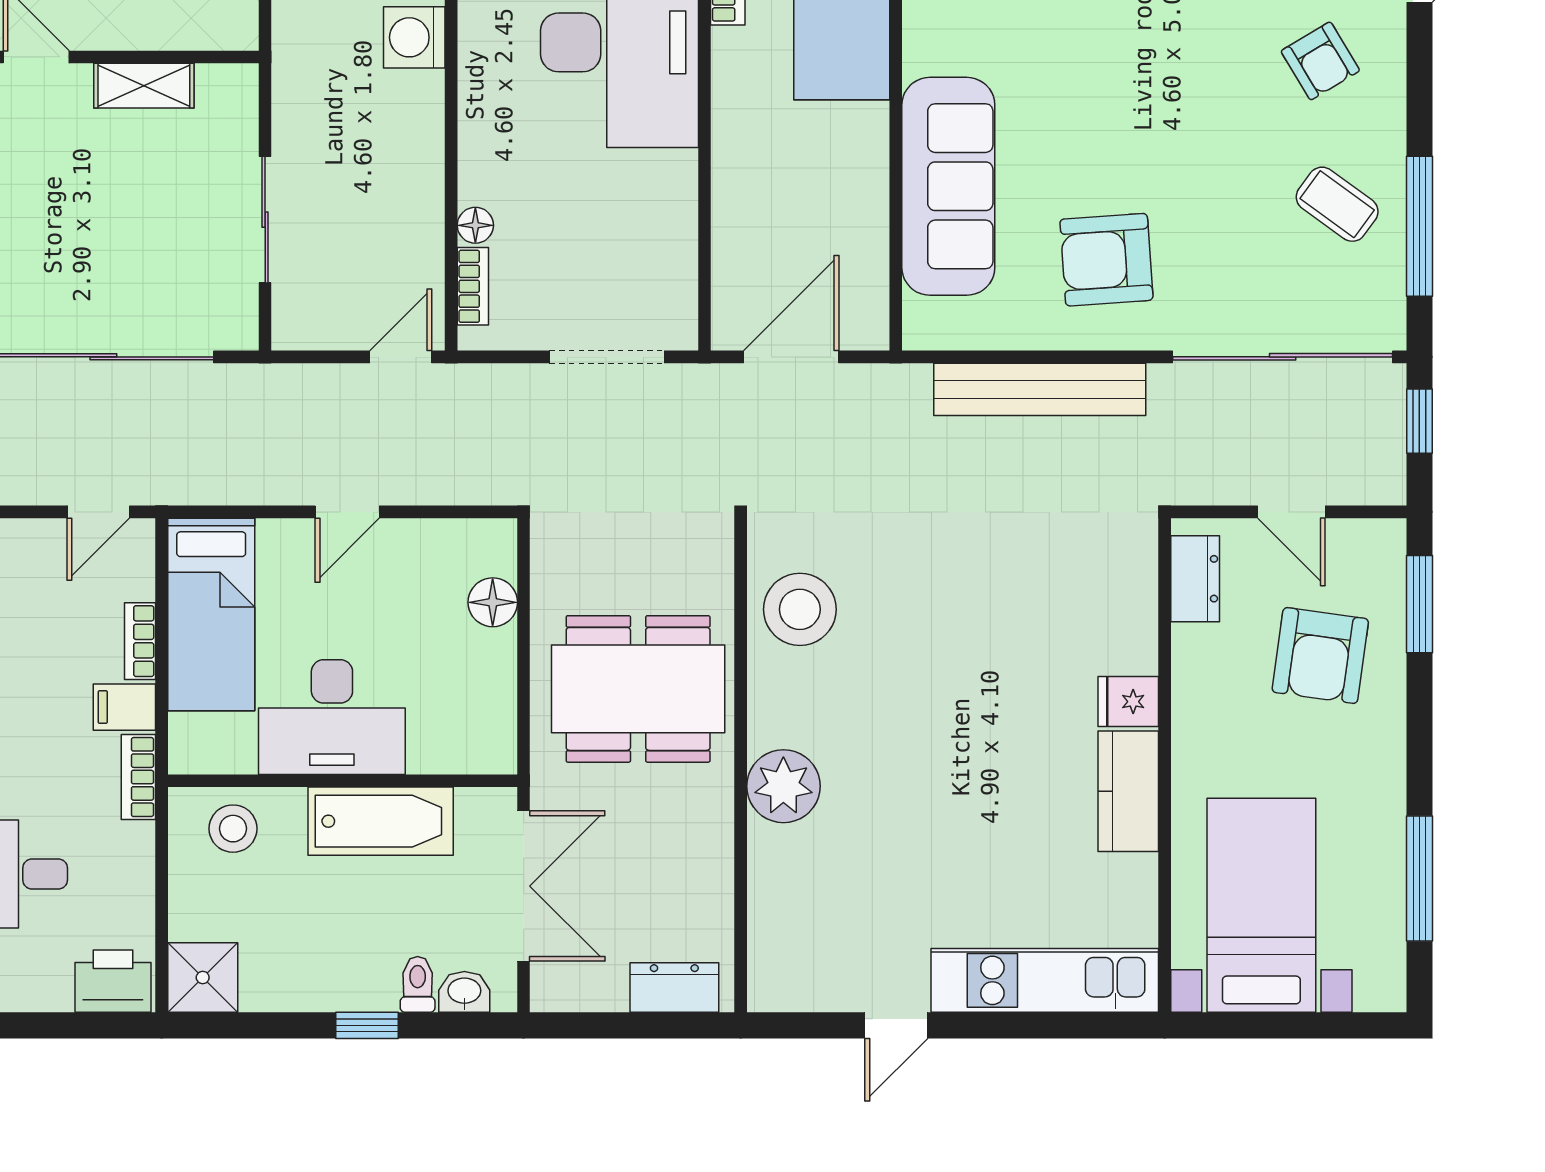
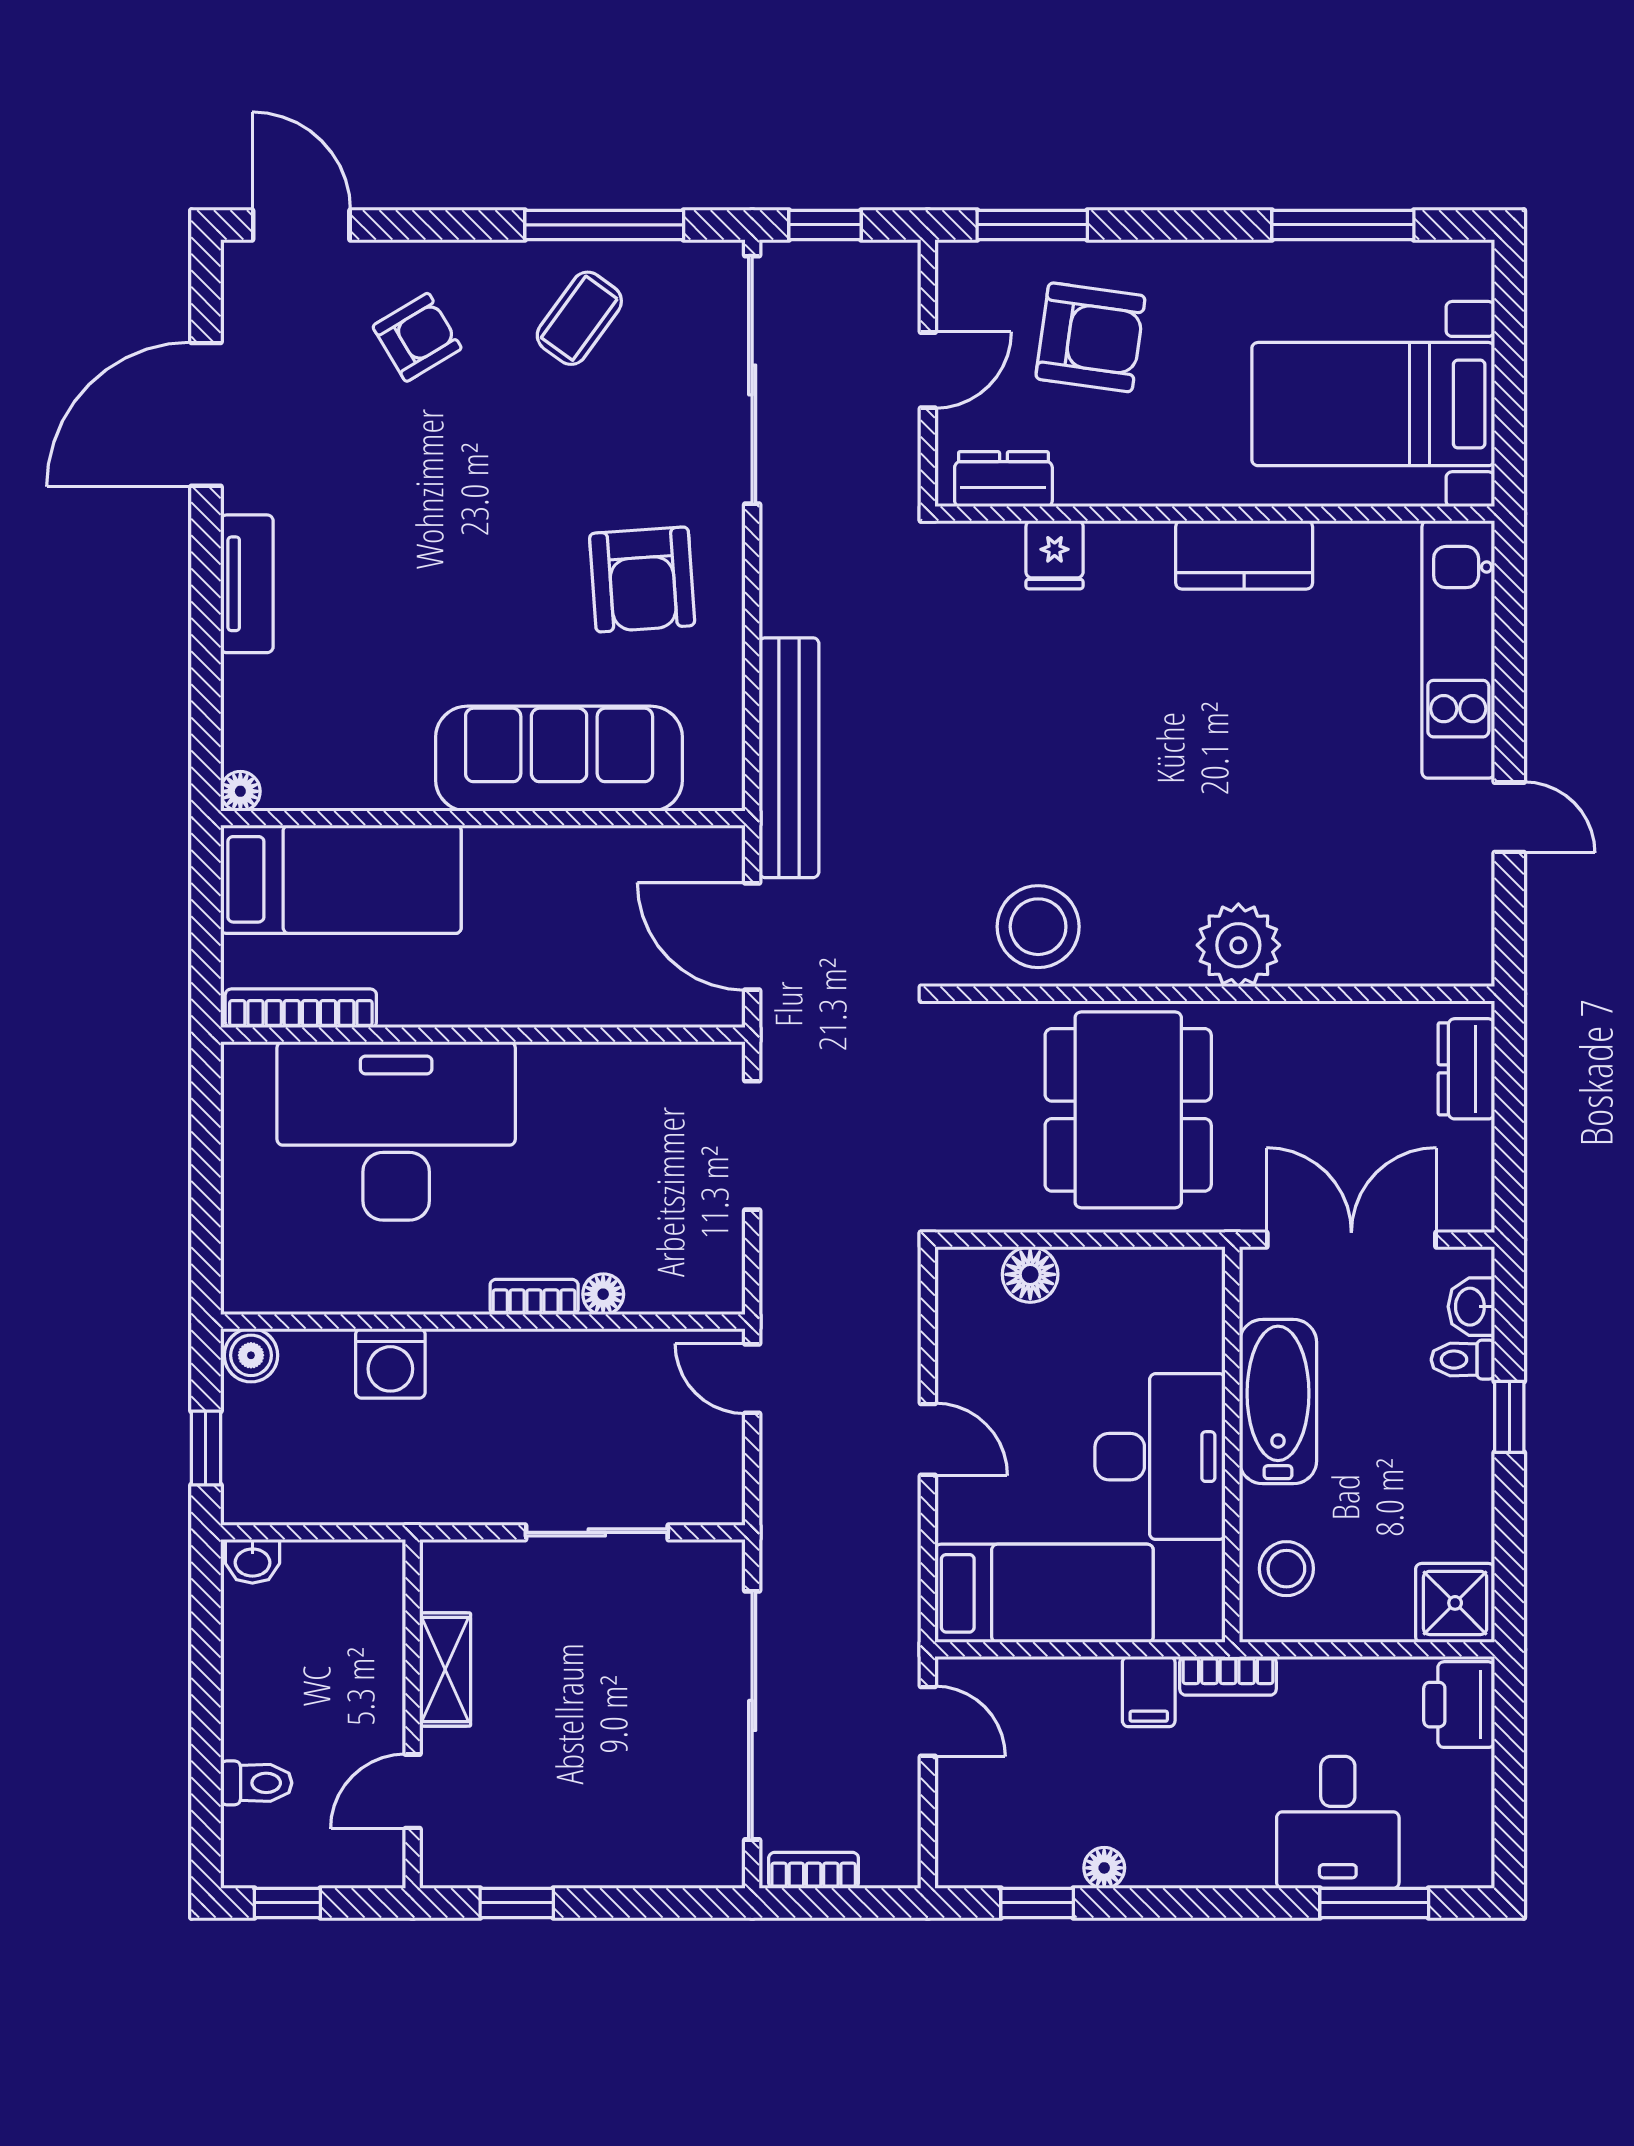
bookcase: (473, 286) -> (534, 1297), moved
bench: (1040, 389) -> (789, 758), moved
bookcase: (140, 641) -> (1074, 1674), removed
fridge: (1128, 702) -> (1055, 555), moved

